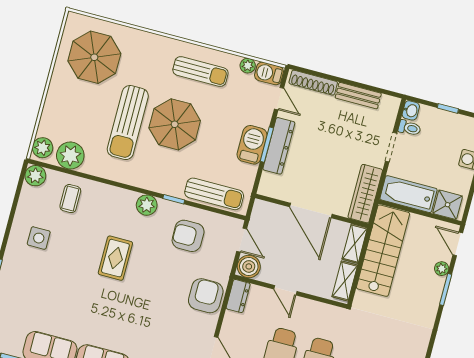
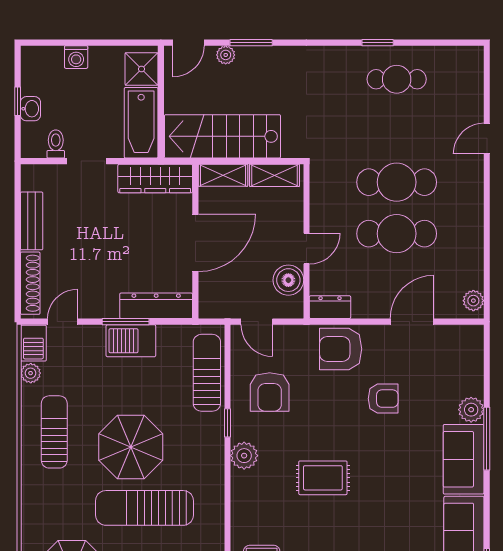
washbasin: (411, 110) -> (30, 109), moved, turned 90
sun lounger: (128, 123) -> (144, 508), turned 180
dresser: (279, 146) -> (156, 306), moved
door: (242, 240) -> (257, 322), swing flipped
boiler: (249, 266) -> (288, 280), moved
armchair: (161, 317) -> (383, 399), added

